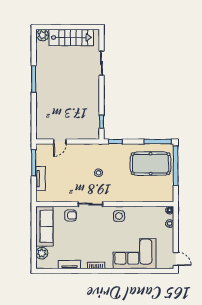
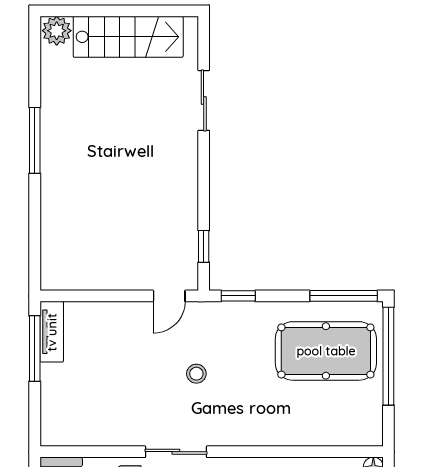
door: (60, 142) -> (169, 296), moved
tv unit: (40, 179) -> (52, 332), moved

